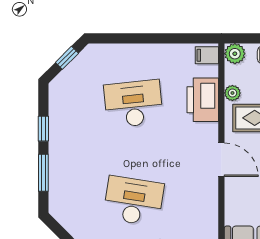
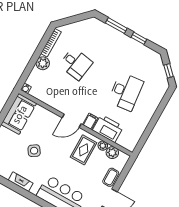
plant: (235, 54) -> (112, 153), moved
filing cabinet: (207, 55) -> (90, 121), moved
desk: (133, 201) -> (76, 64), width x0.73

